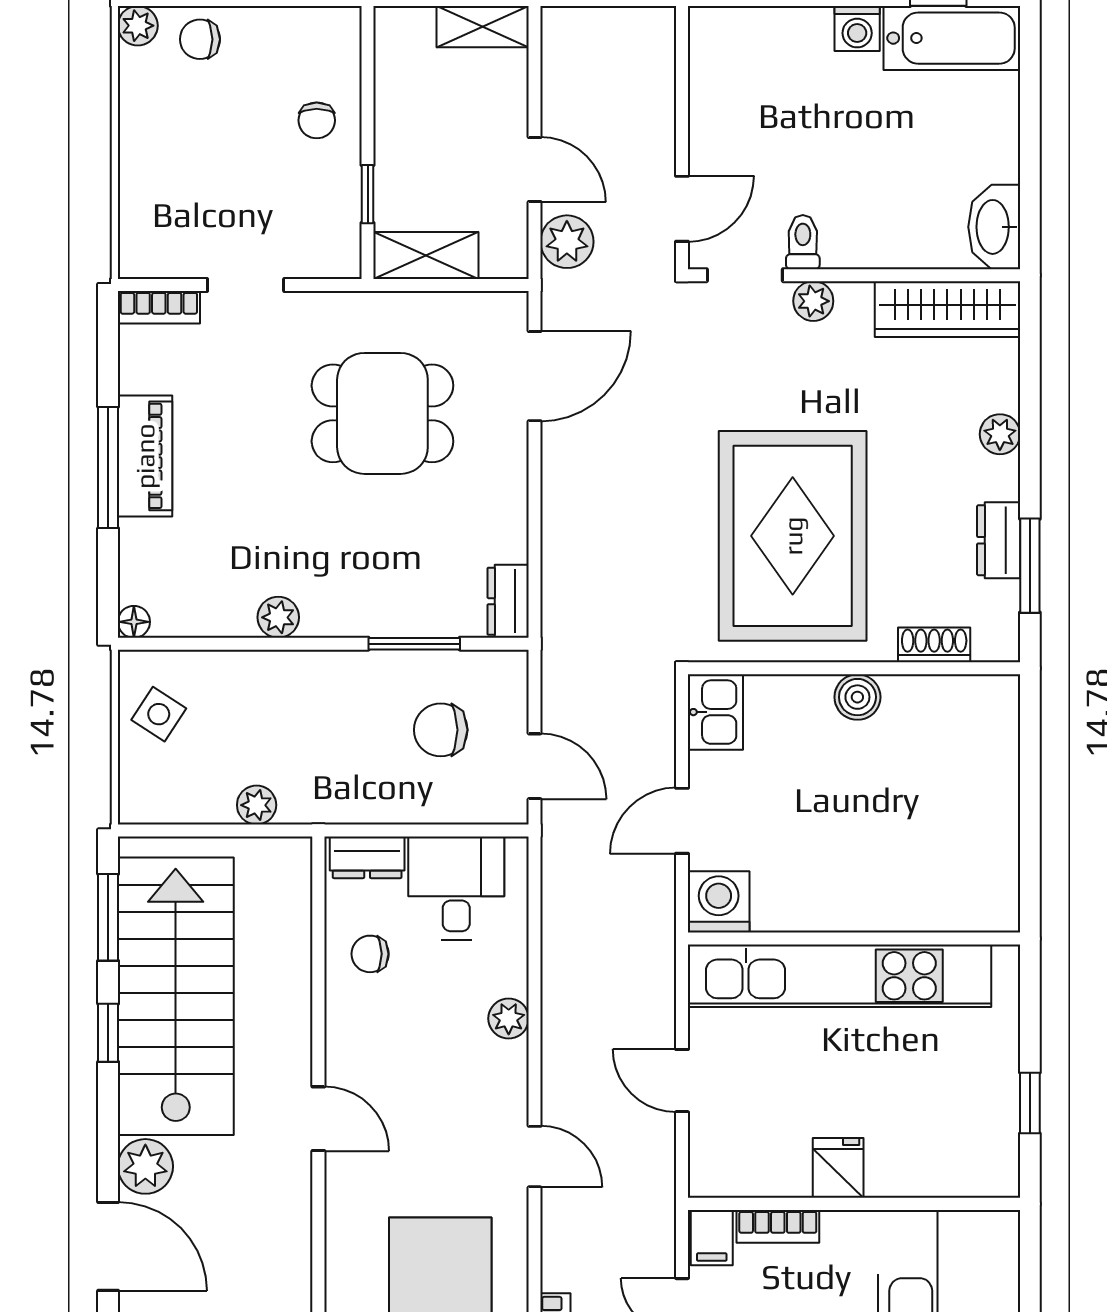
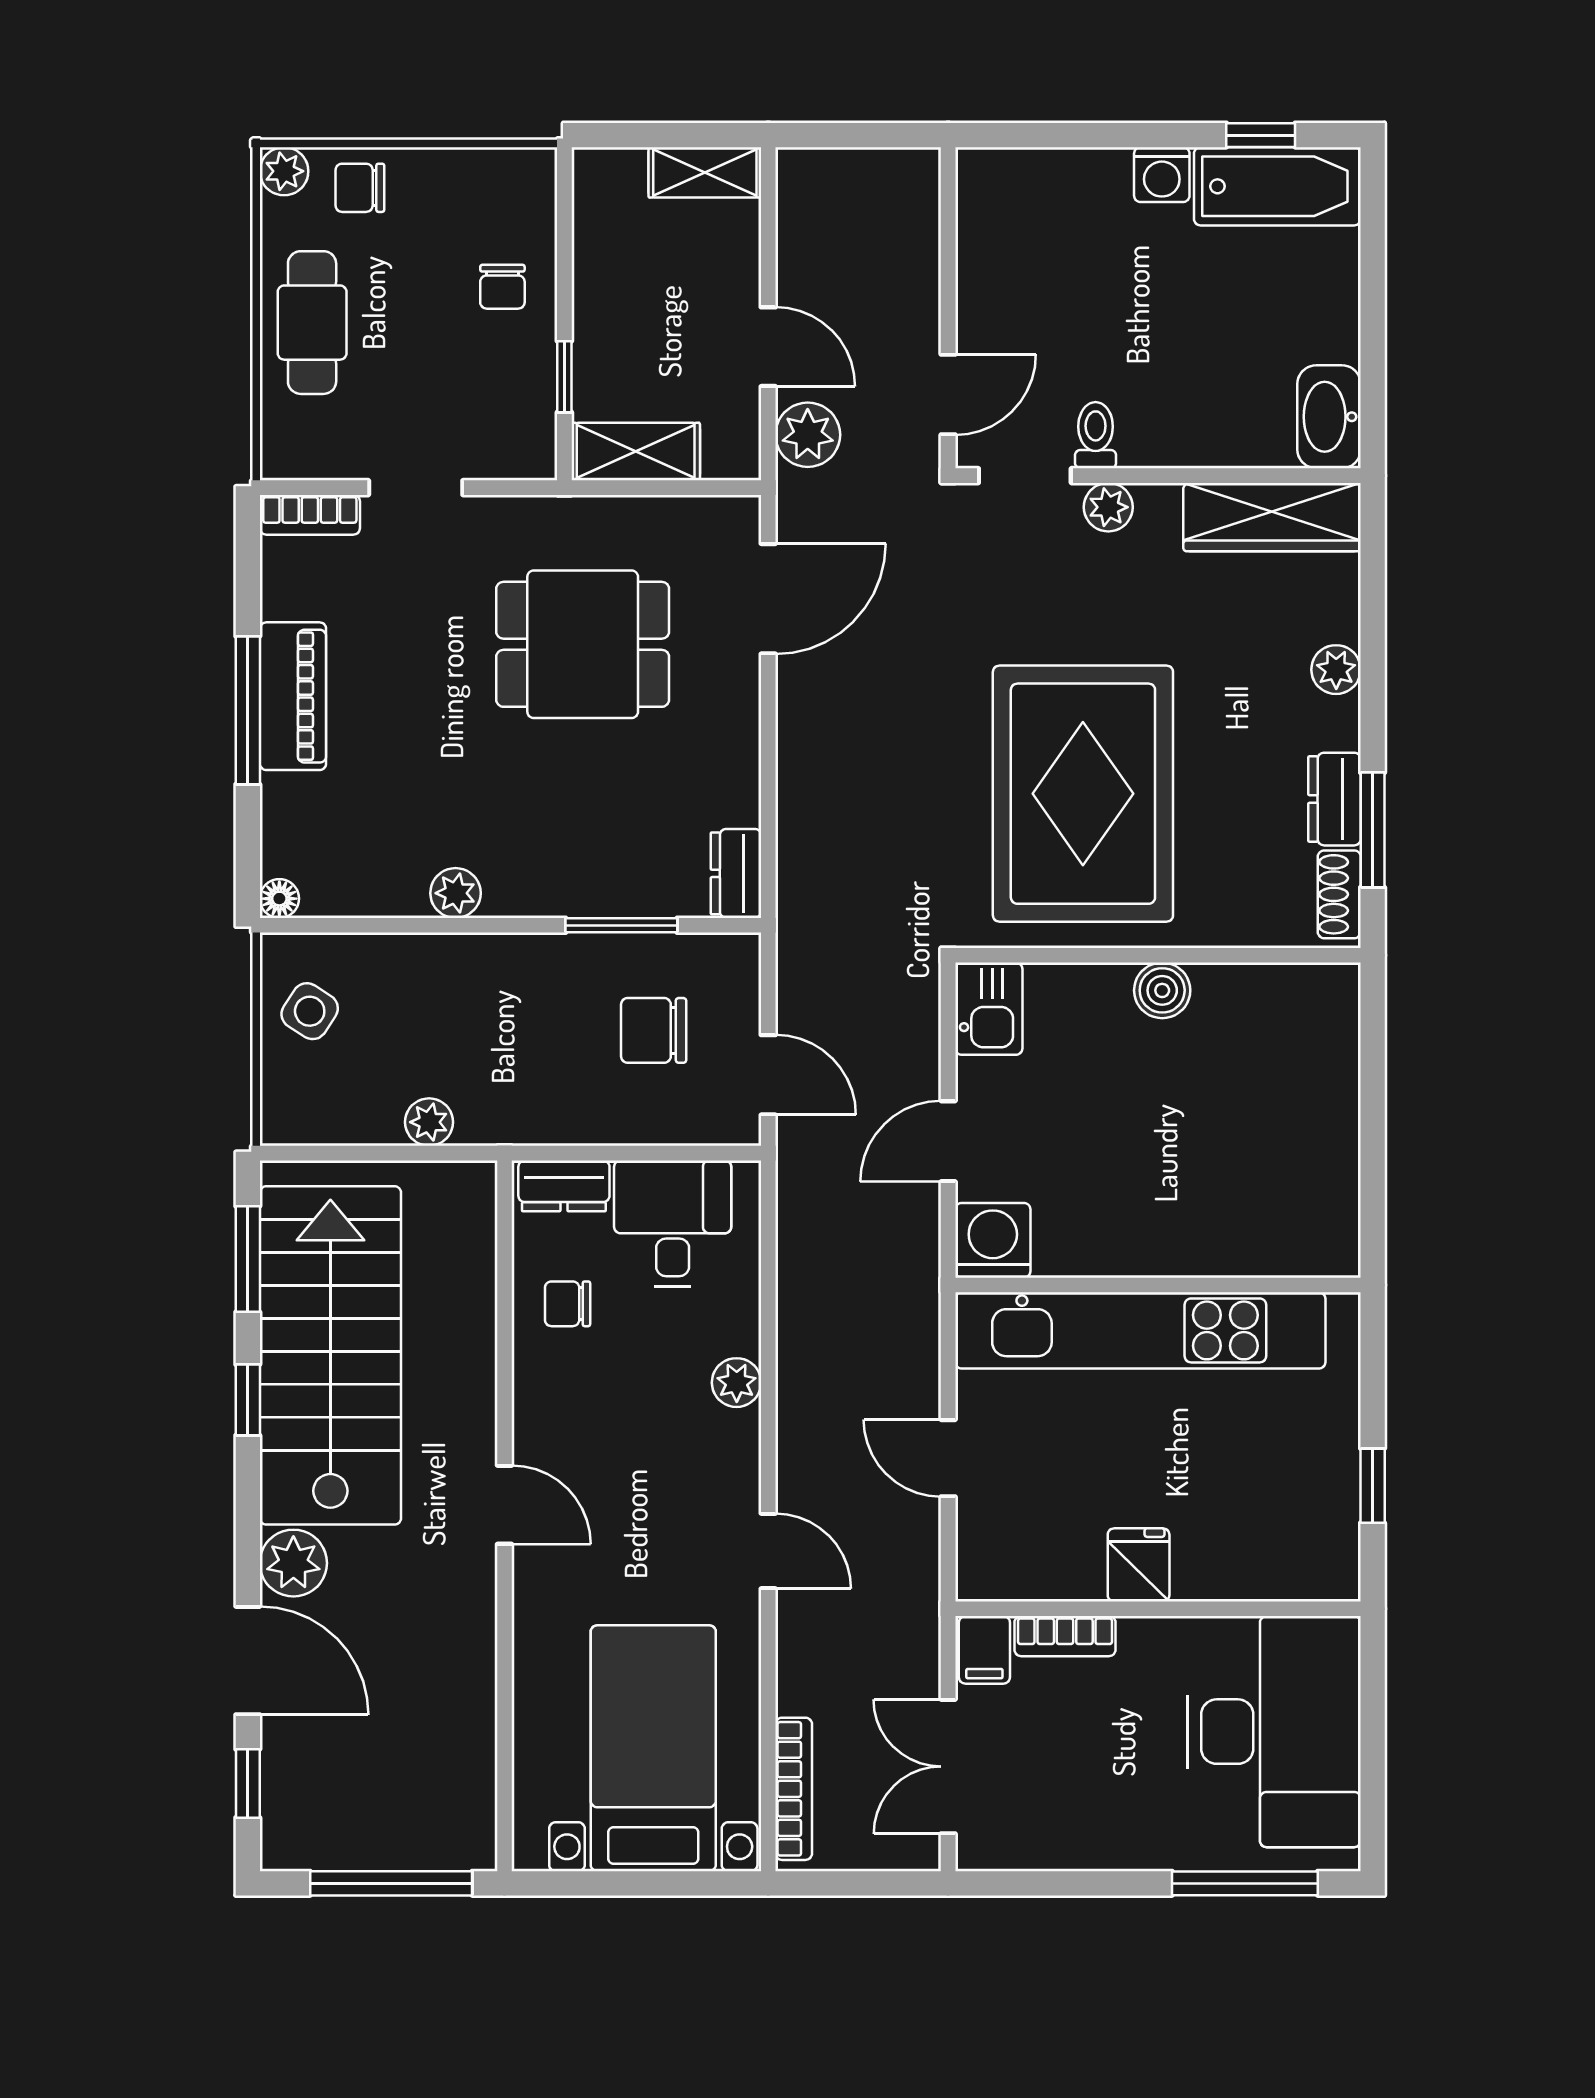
cafe table: (161, 150) -> (312, 323), added
shoe rack: (934, 645) -> (1339, 894), moved, turned -90

